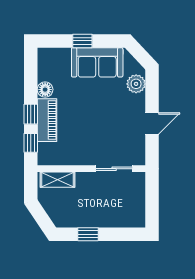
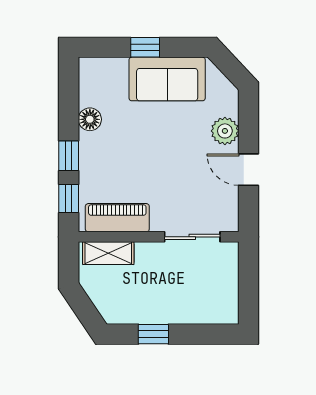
plant: (136, 84) -> (225, 131), moved
piano: (47, 120) -> (117, 218), moved, turned -90
door: (152, 123) -> (248, 170), swing flipped

